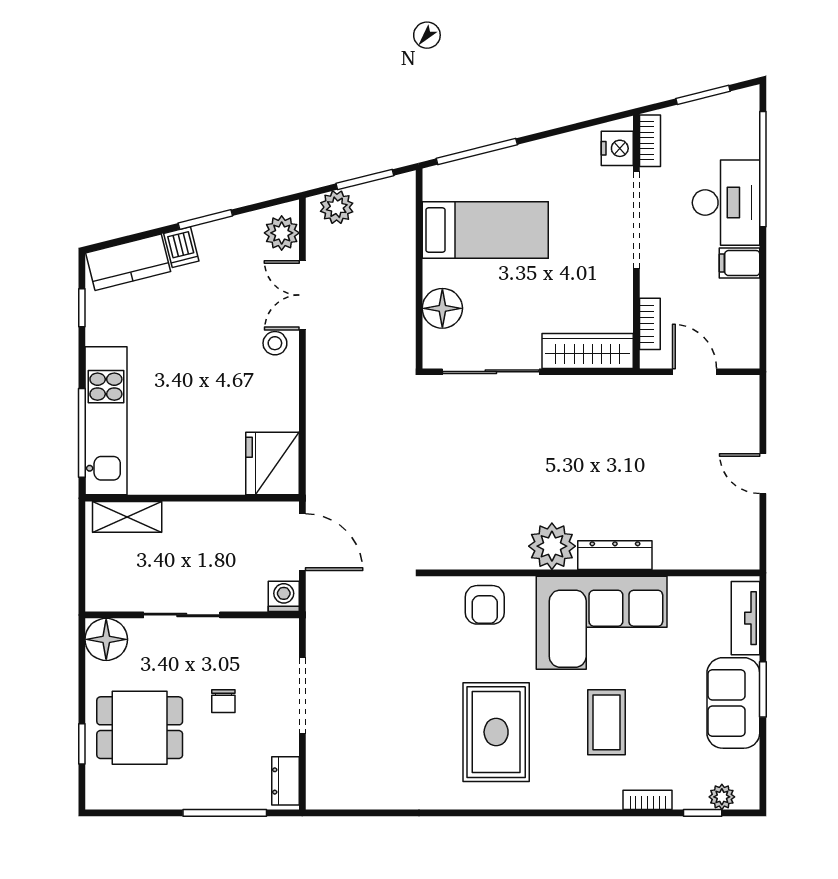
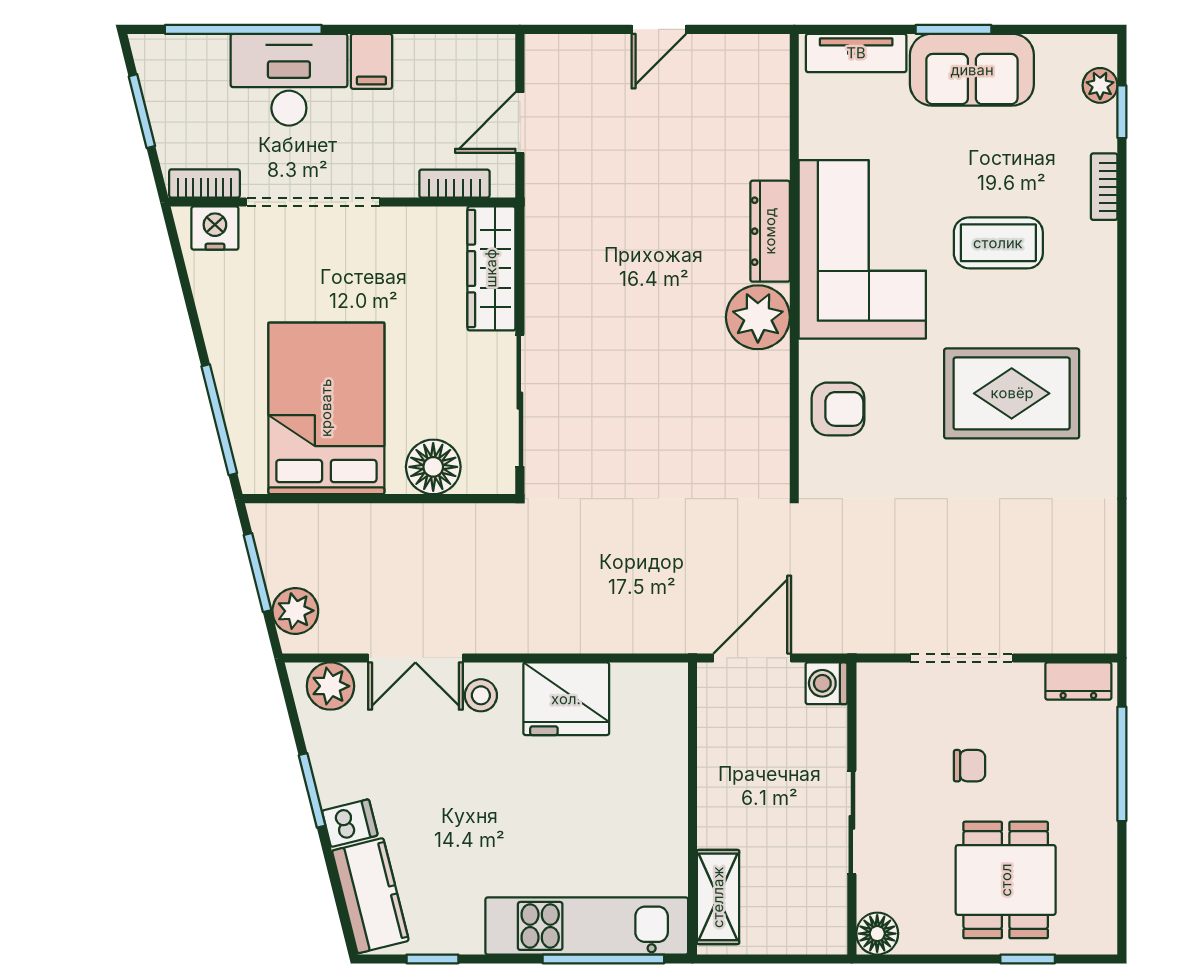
bed: (485, 230) -> (326, 408), width x1.50
fridge: (272, 464) -> (566, 699), moved
floor lamp: (106, 639) -> (877, 934), width x0.73, depth x0.73

